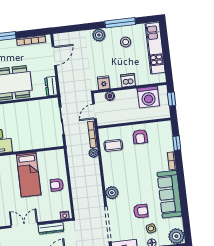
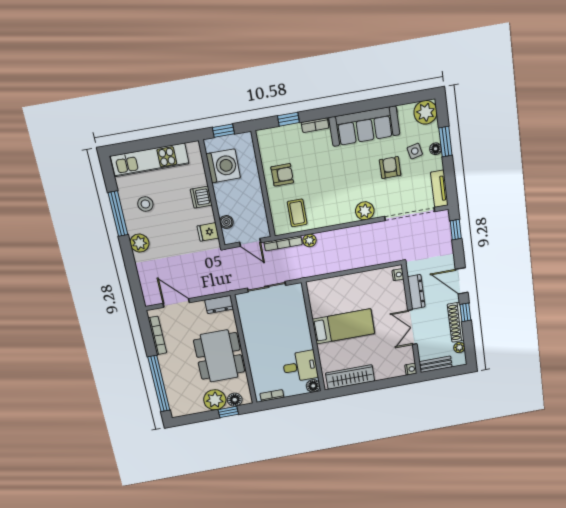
armchair: (57, 185) -> (356, 288), removed

